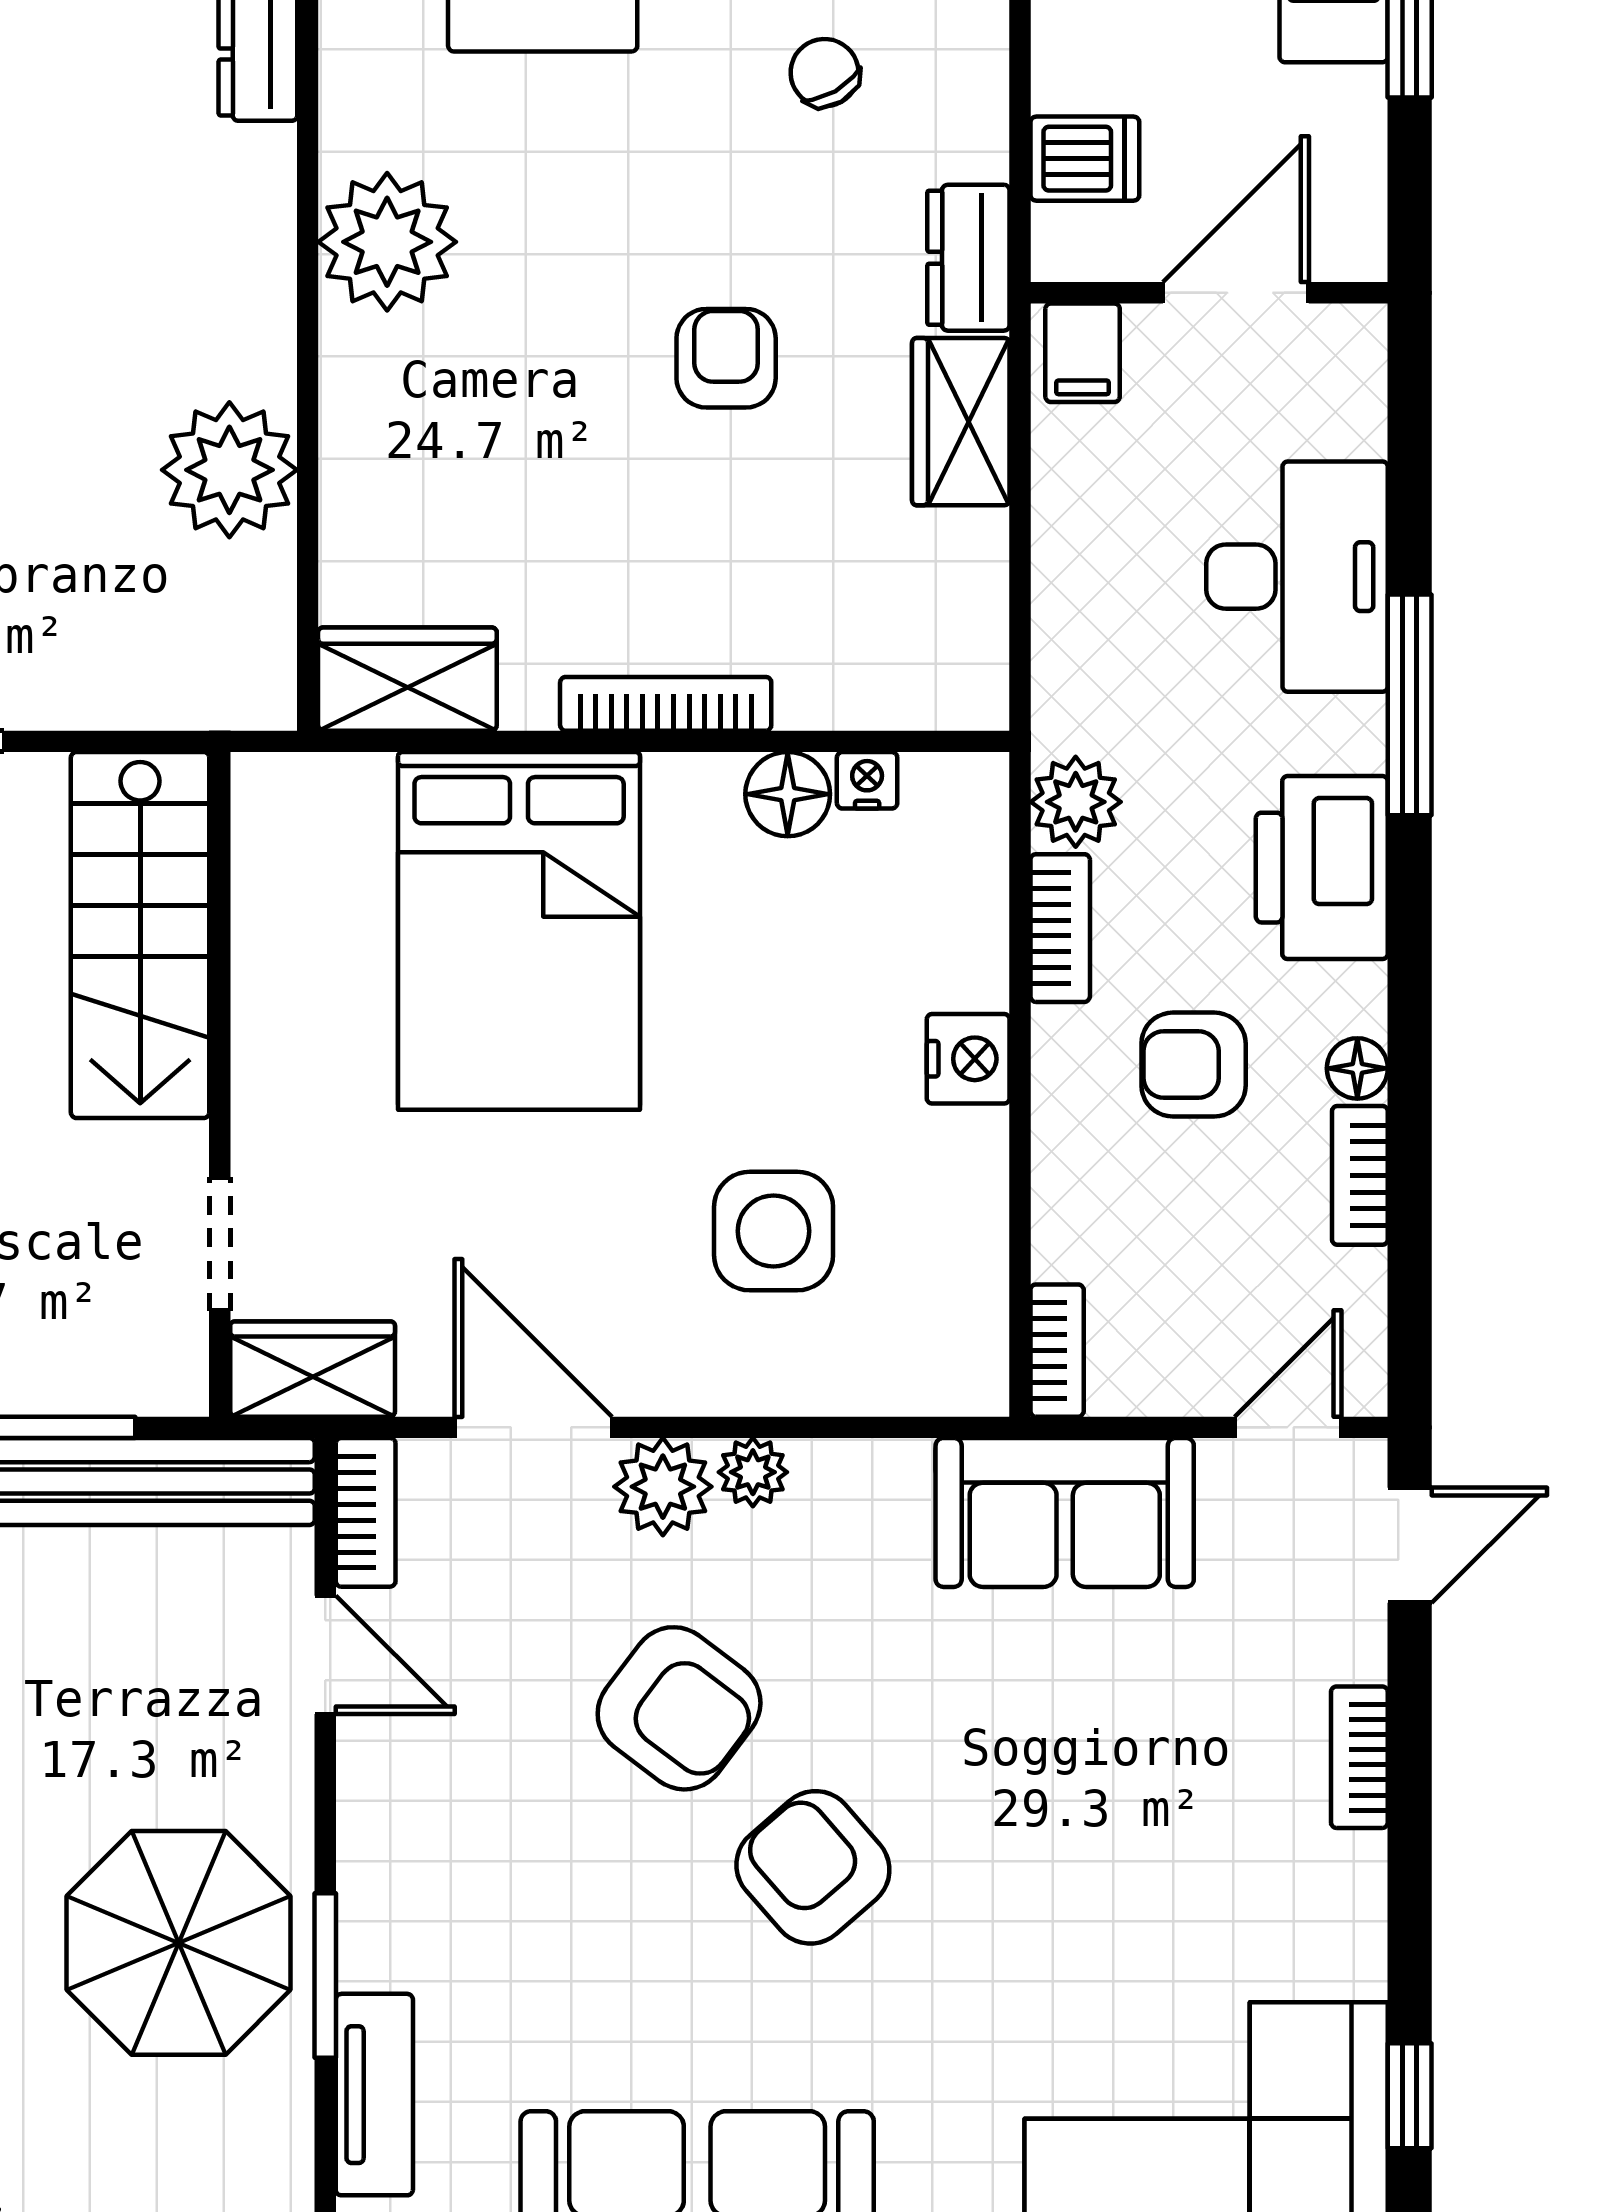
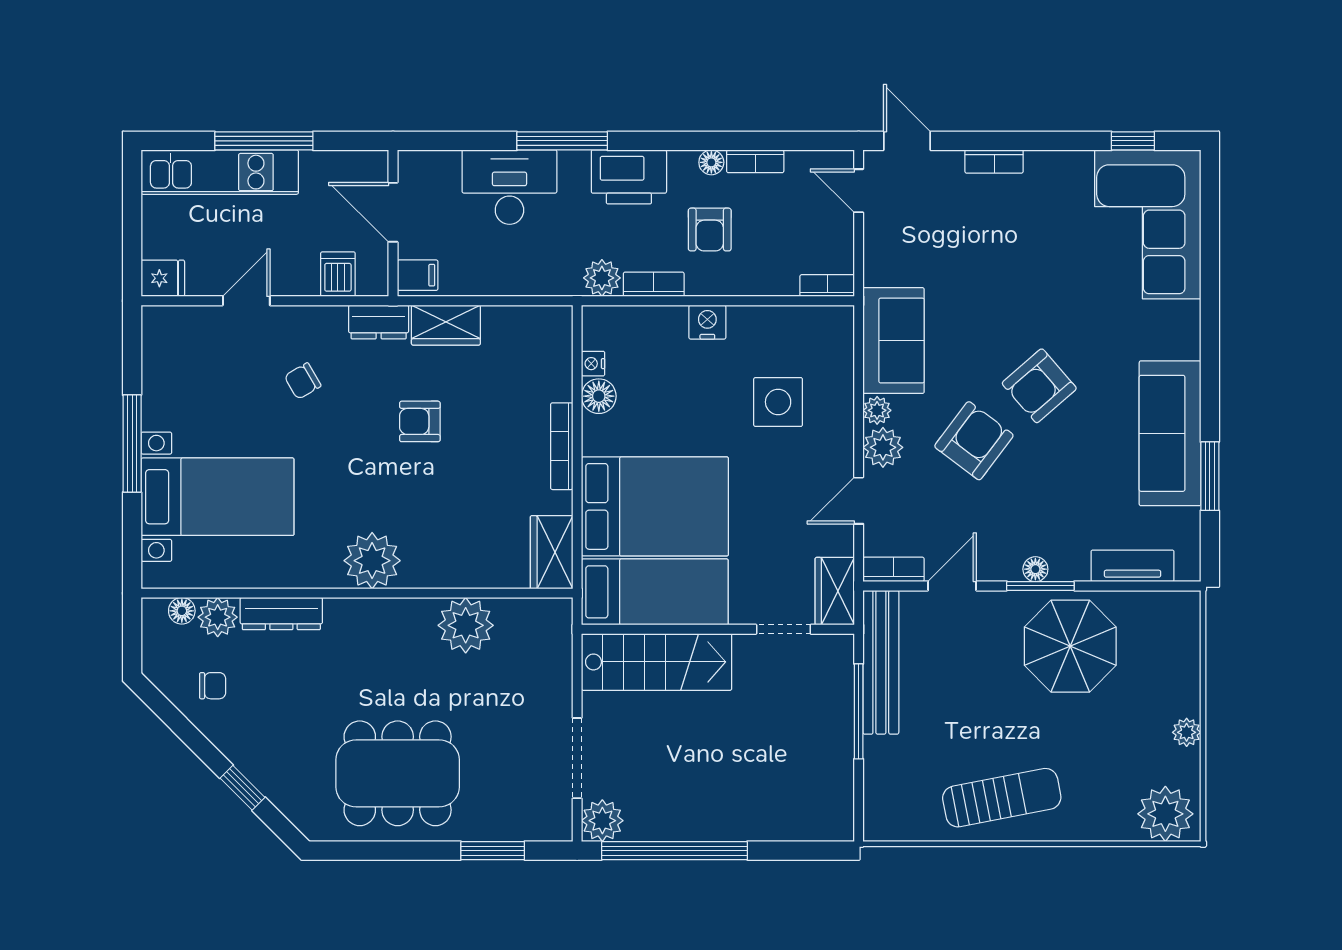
bed: (311, 931) -> (655, 592), added
door: (533, 1427) -> (859, 501), width x0.73
sofa: (1065, 1512) -> (894, 341), moved
floor lamp: (366, 1858) -> (1035, 569), added
window: (325, 1976) -> (1040, 586), moved

